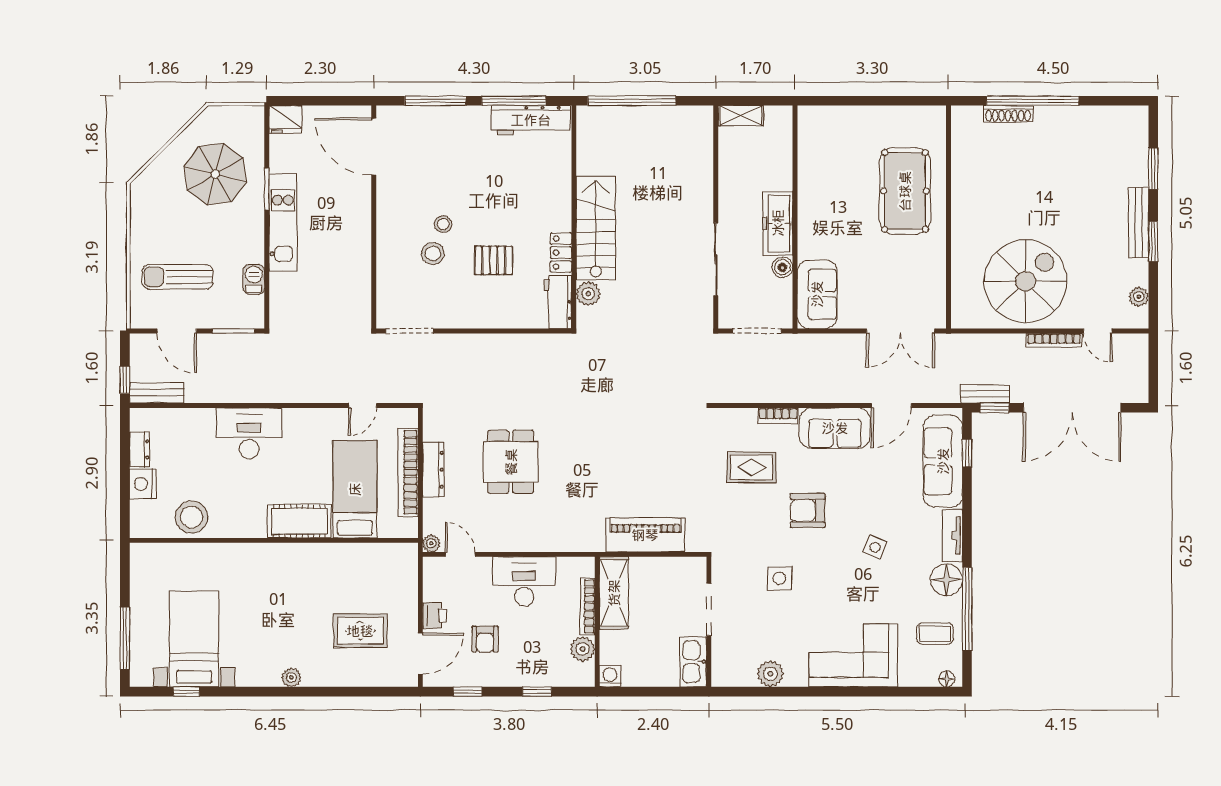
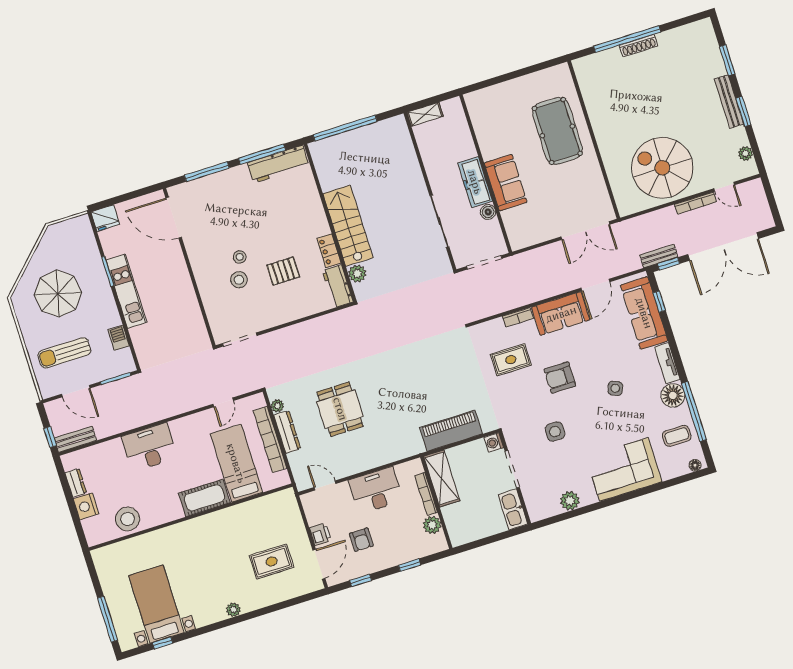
shoe rack: (1008, 114) -> (639, 46), moved
parasol: (215, 174) -> (58, 294), moved
spiral stairs: (1026, 281) -> (662, 168), turned -90
sofa: (817, 294) -> (506, 183), moved
plant: (431, 543) -> (277, 406), moved
washing machine: (610, 676) -> (494, 443), moved, turned -90

